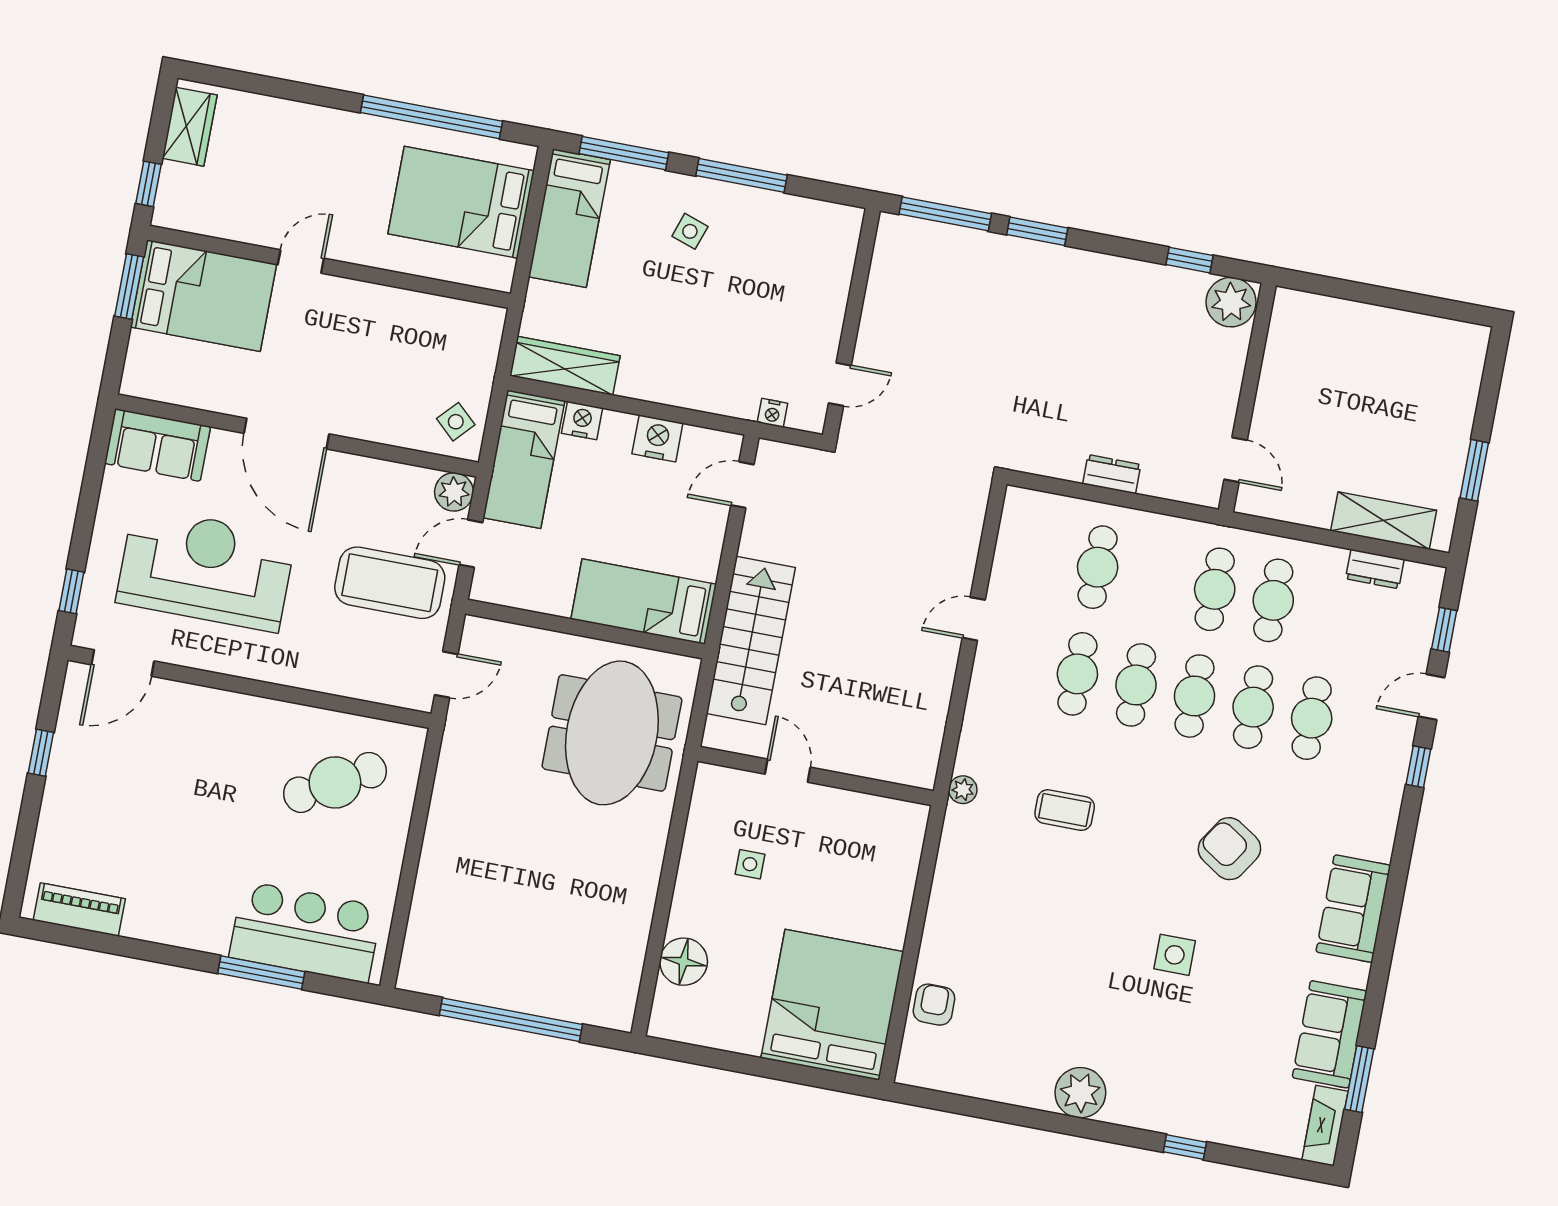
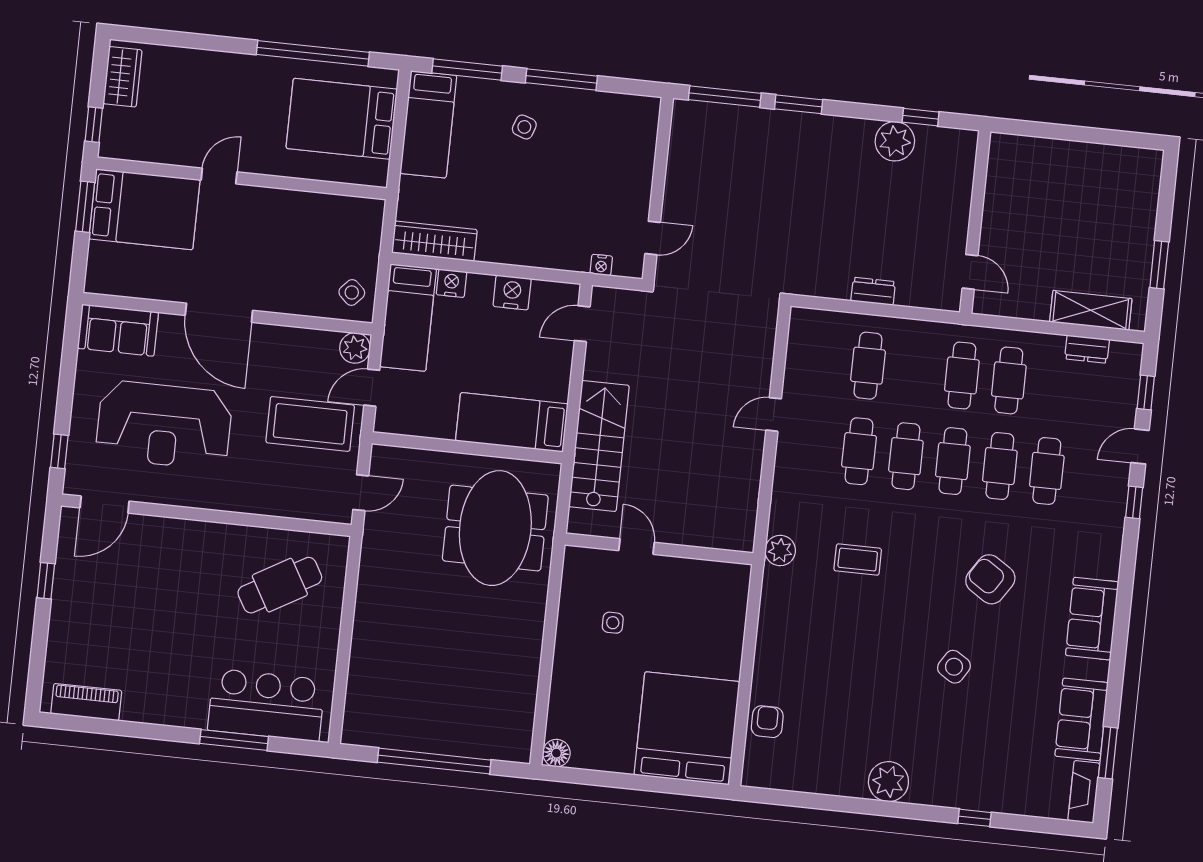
plant: (1231, 302) -> (895, 141), moved
reception desk: (206, 569) -> (164, 425), turned 180
plant: (963, 790) -> (780, 551), width x1.38, depth x1.38
side table: (1175, 955) -> (954, 667), turned 32
floor lamp: (684, 962) -> (556, 753), moved, width x0.73, depth x0.73

